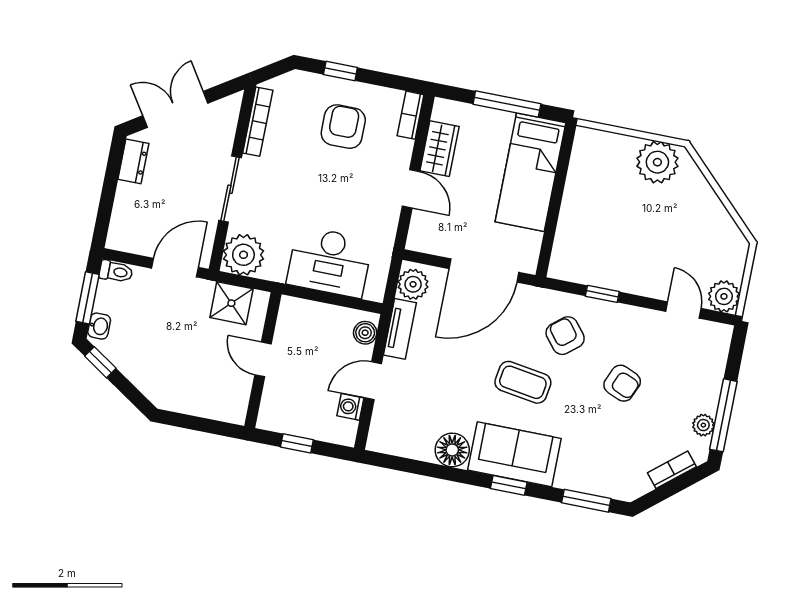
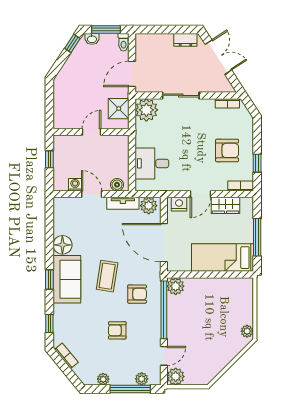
window: (340, 71) -> (257, 163), moved
bookcase: (258, 122) -> (227, 103), width x0.64
plant: (657, 162) -> (247, 331), width x0.53, depth x0.53
nightstand: (421, 230) -> (179, 204), added
desk: (329, 262) -> (152, 163), width x0.73
plant: (565, 265) -> (176, 286), added
door: (175, 268) -> (132, 74), swing flipped
window: (602, 294) -> (164, 310), width x3.17
armchair: (565, 336) -> (137, 294), turned 39
plant: (716, 357) -> (142, 379), added
armchair: (622, 383) -> (117, 330), turned 67
window: (723, 415) -> (130, 389), moved
bookcase: (672, 470) -> (66, 356), moved
window: (586, 501) -> (49, 323), width x0.67

